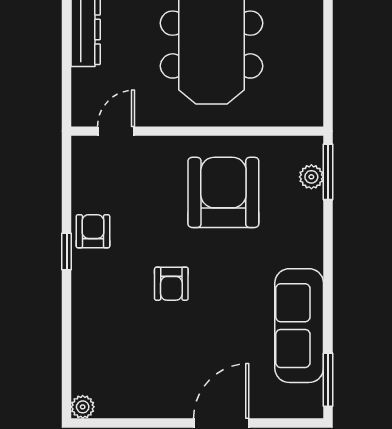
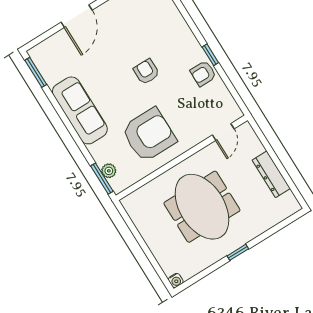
armchair: (223, 192) -> (149, 135), turned -90
armchair: (93, 231) -> (203, 73), turned 90
sofa: (299, 326) -> (80, 110), moved

